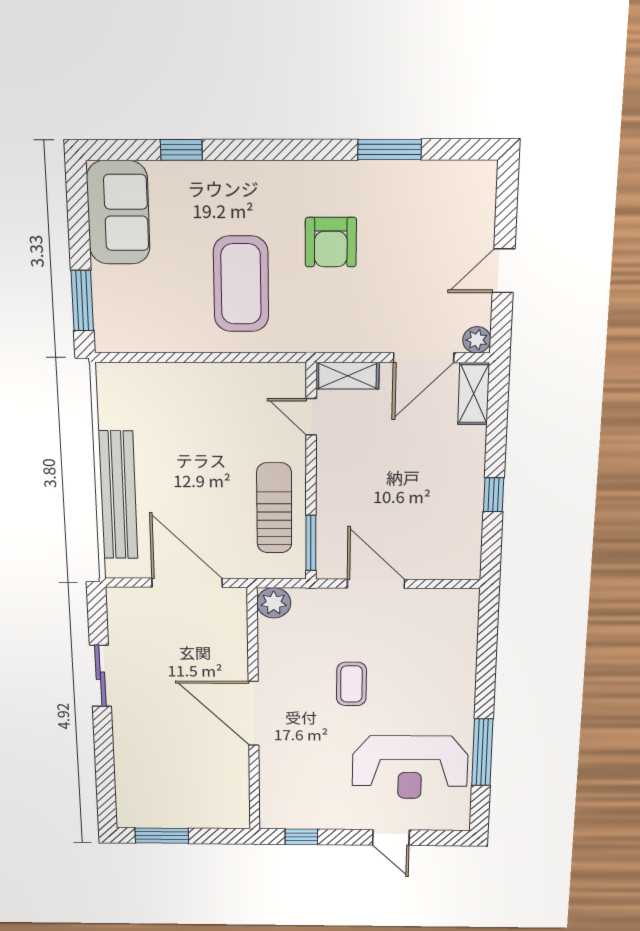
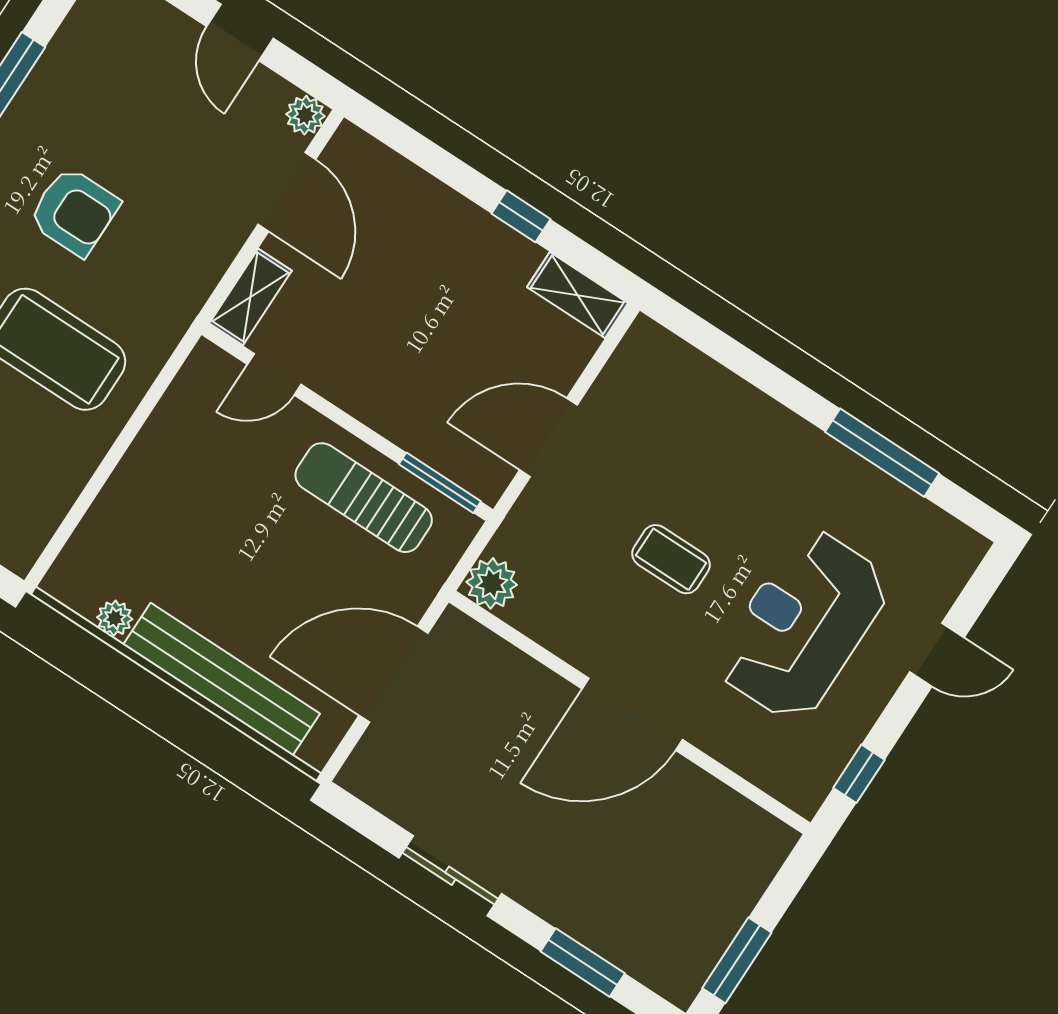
shelving: (474, 394) -> (577, 295), moved
plant: (110, 416) -> (115, 618), added
window: (105, 766) -> (583, 962), added
reception desk: (410, 767) -> (803, 625), moved, turned 180

